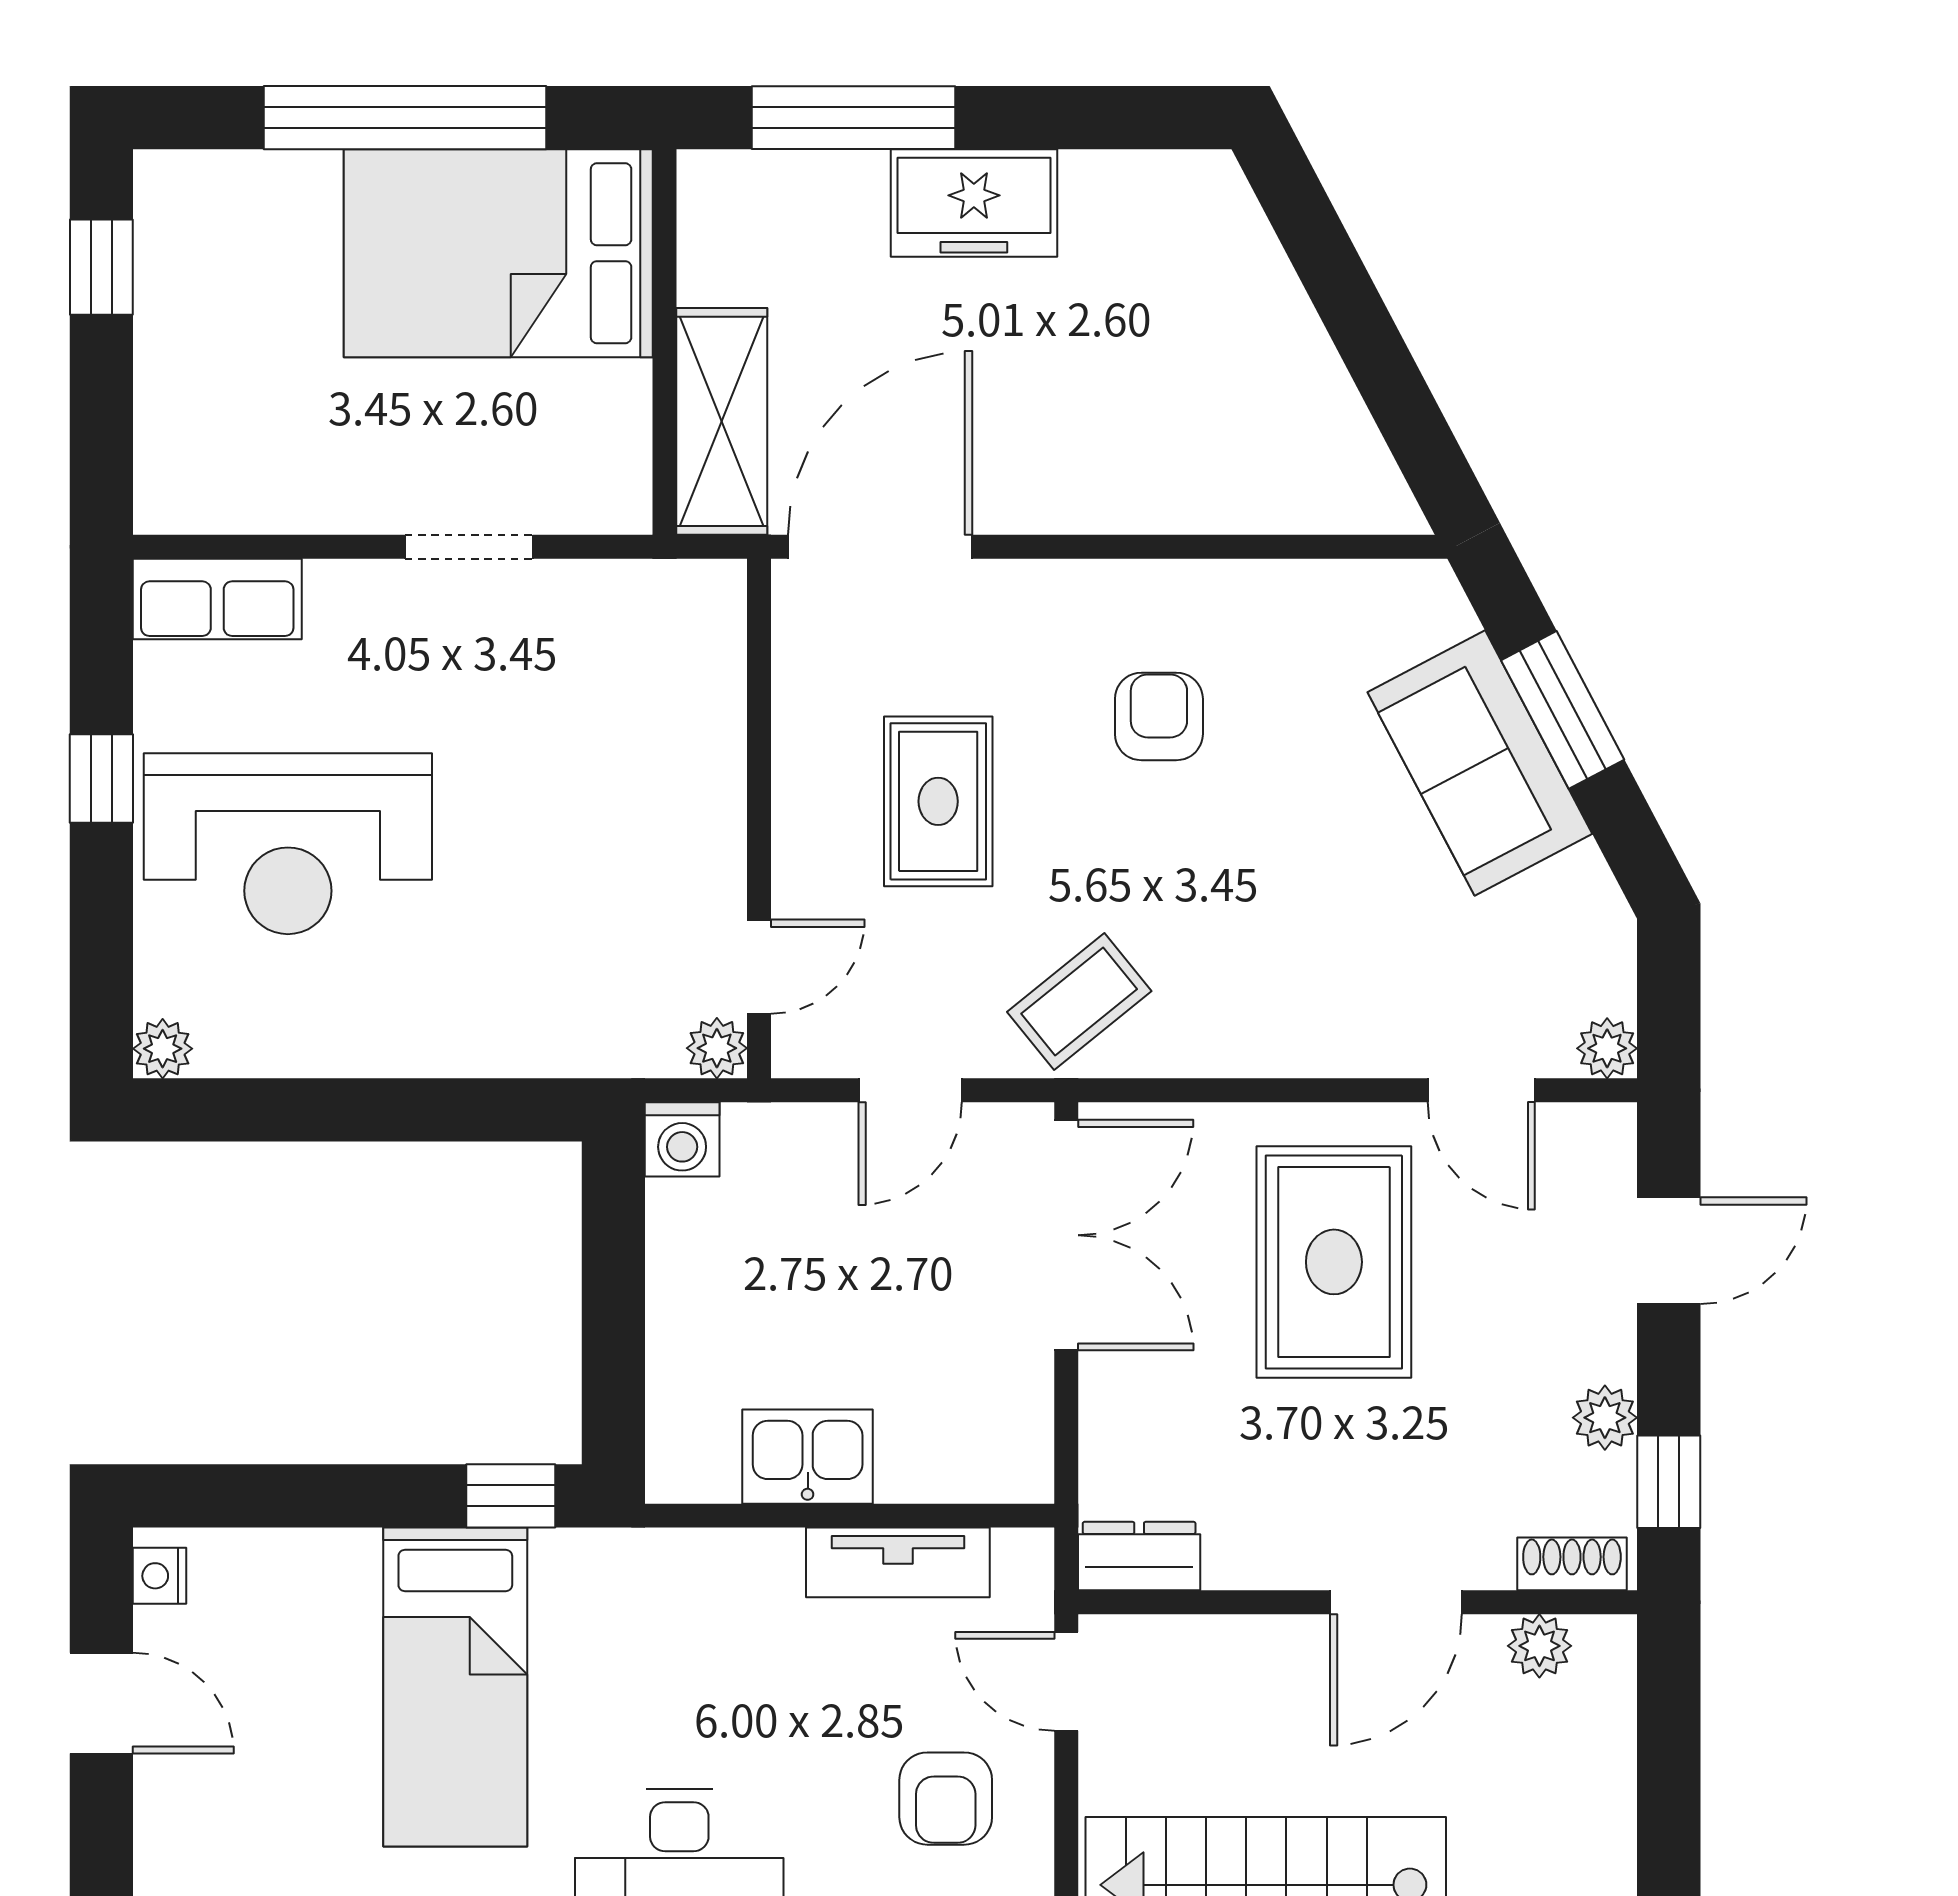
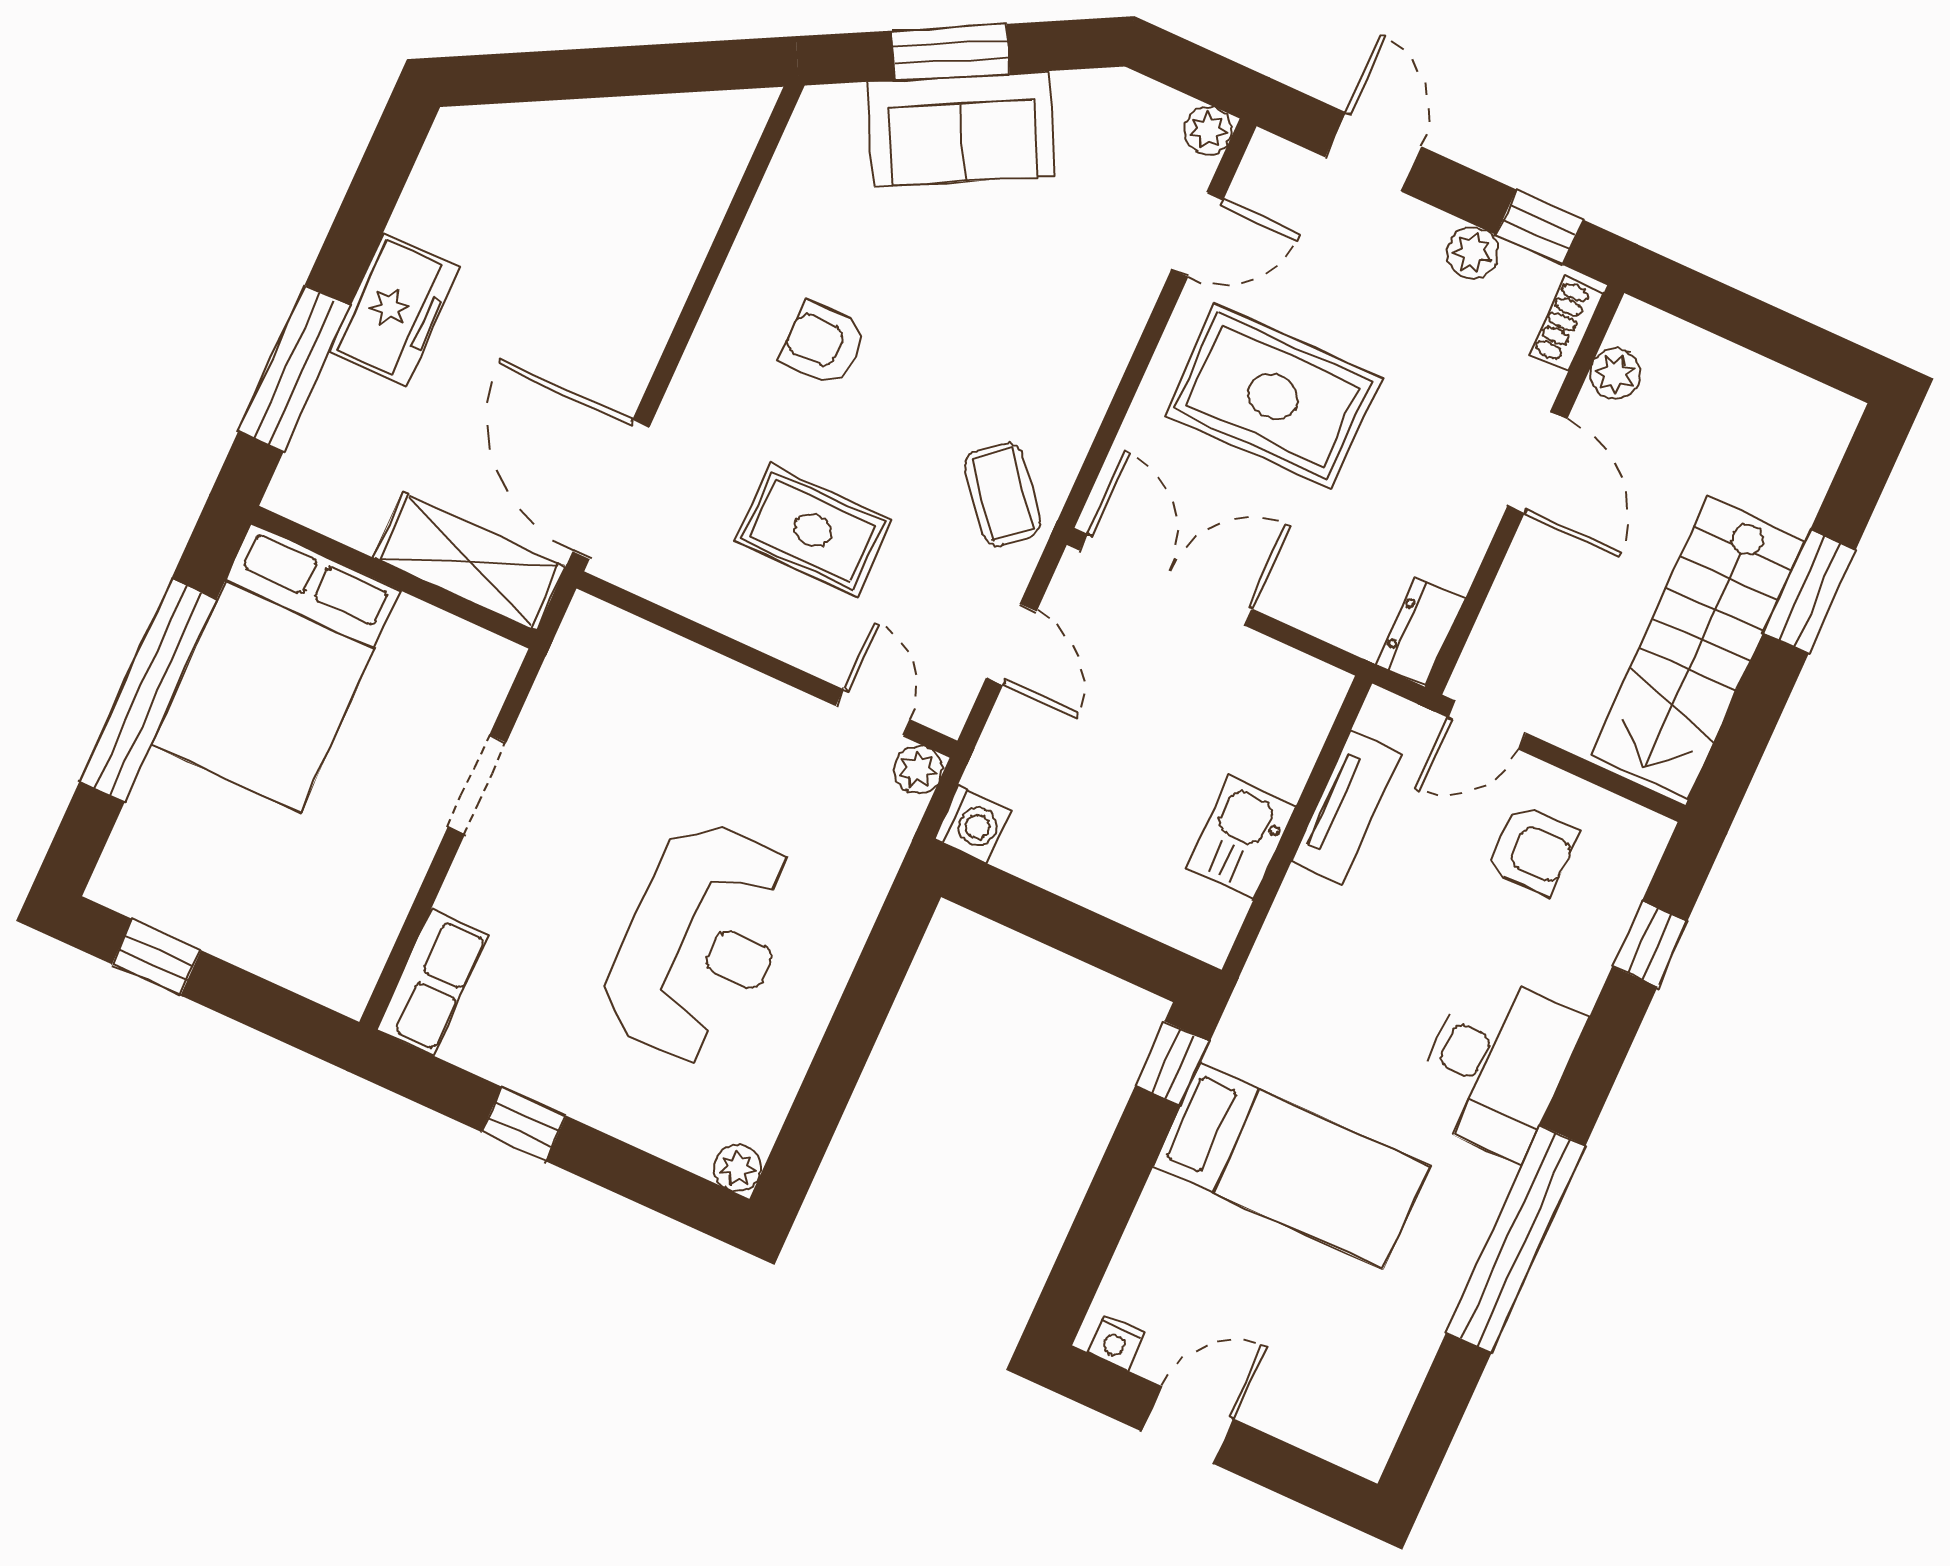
reception desk: (288, 844) -> (701, 942), moved

